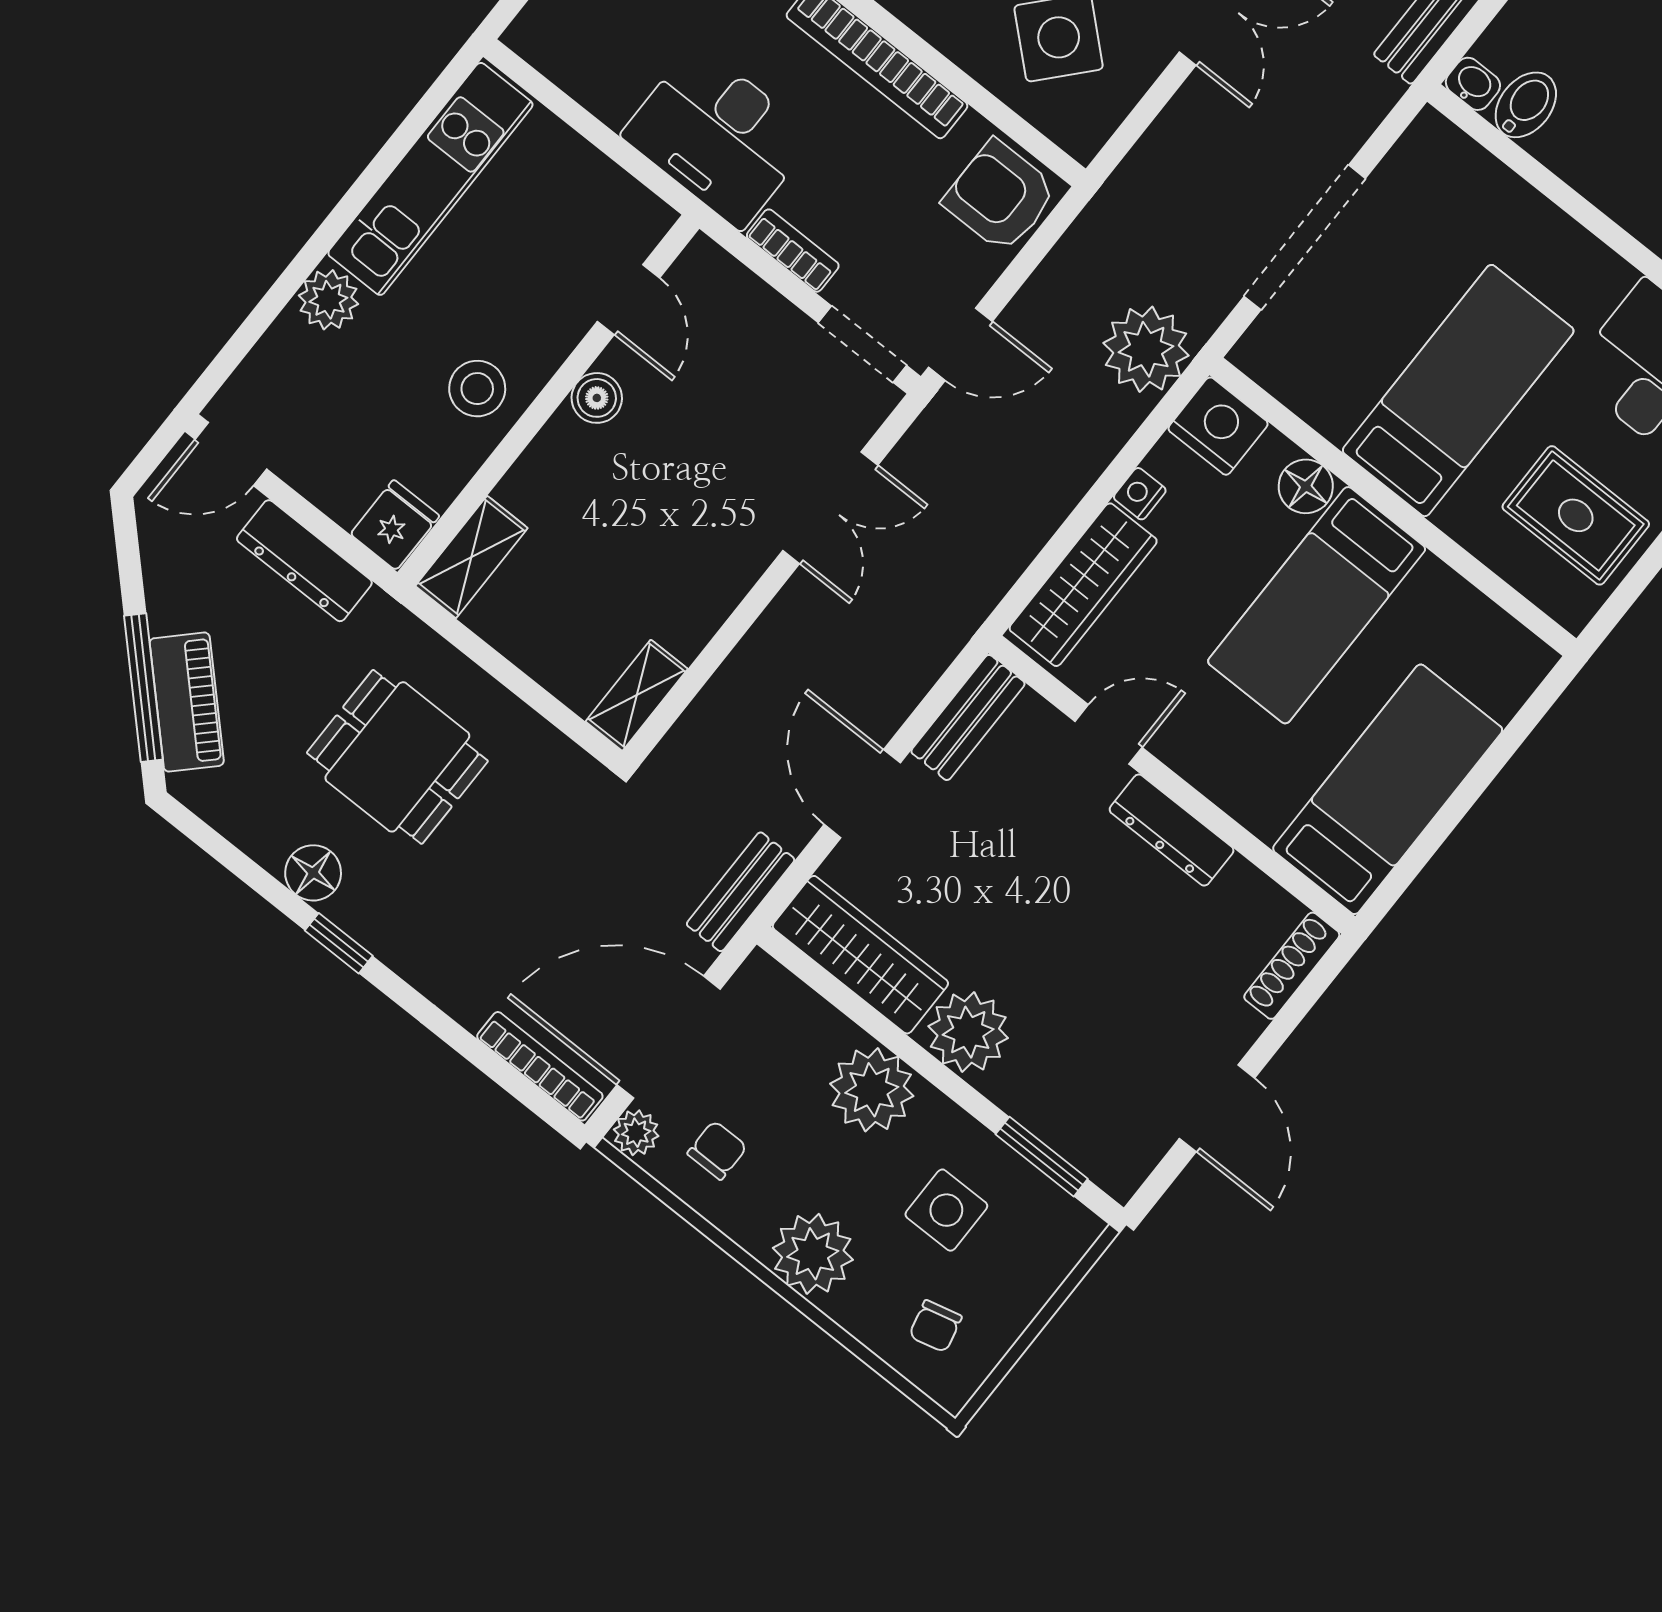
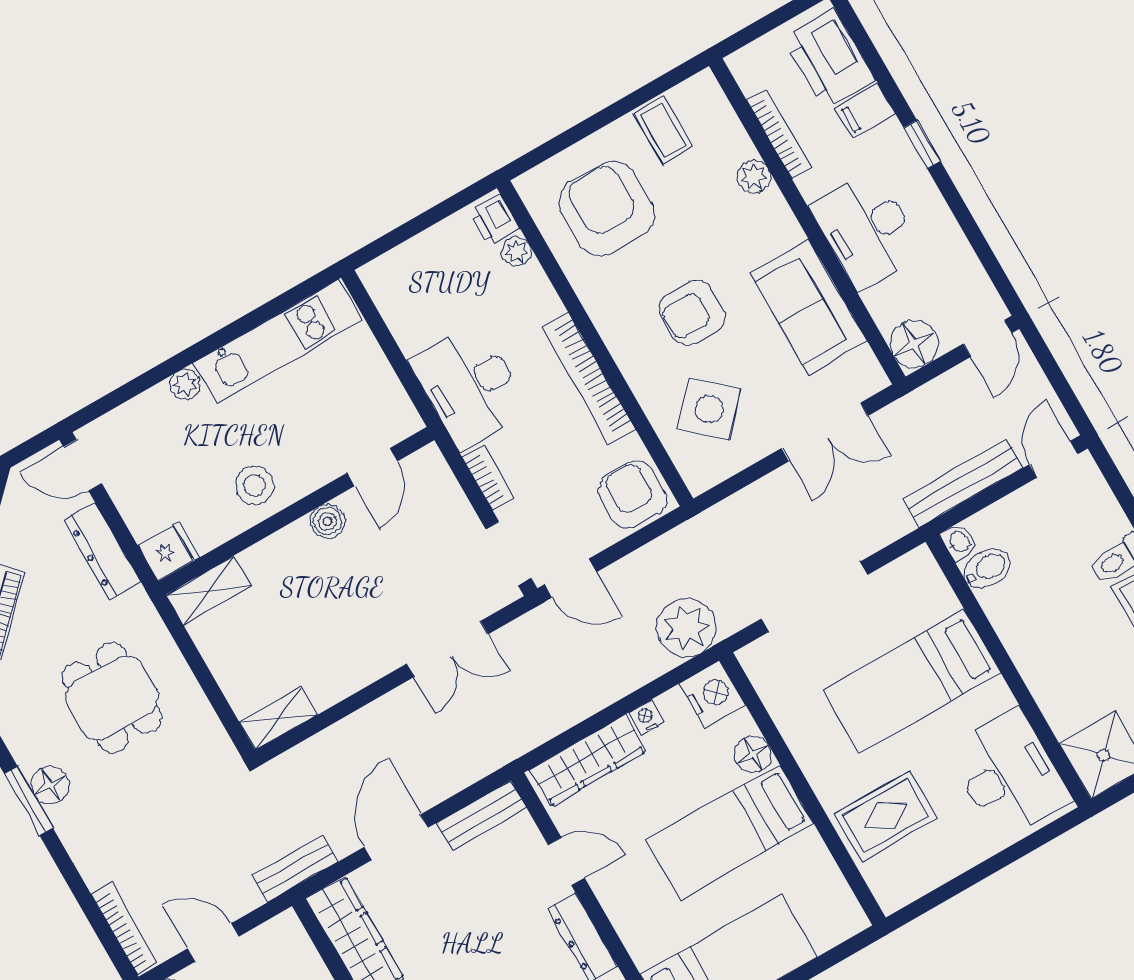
plant: (328, 300) -> (185, 385), width x0.73, depth x0.73
bed: (1458, 391) -> (912, 682), moved, turned 180
rug: (1576, 515) -> (886, 816), moved, turned 90
floor lamp: (313, 873) -> (50, 785), moved
window: (339, 943) -> (28, 801), width x1.50
door: (669, 1037) -> (213, 942), width x0.53

